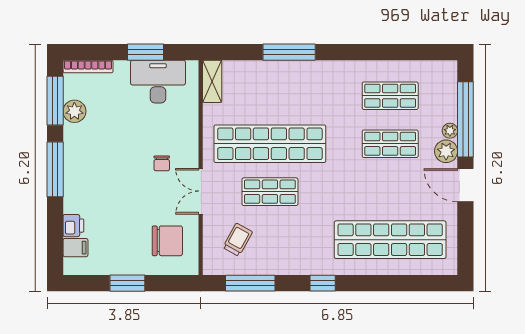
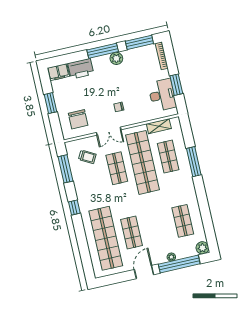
shelving: (212, 81) -> (159, 126), moved
shop shelf: (270, 96) -> (168, 157), added
plant: (74, 111) -> (116, 58), moved
shop shelf: (390, 144) -> (131, 233), moved
plant: (446, 151) -> (202, 248), moved
double door: (201, 191) -> (109, 131), swing flipped
printer: (73, 226) -> (81, 69), width x1.87, depth x1.48
filing cabinet: (75, 248) -> (58, 72), width x2.00

